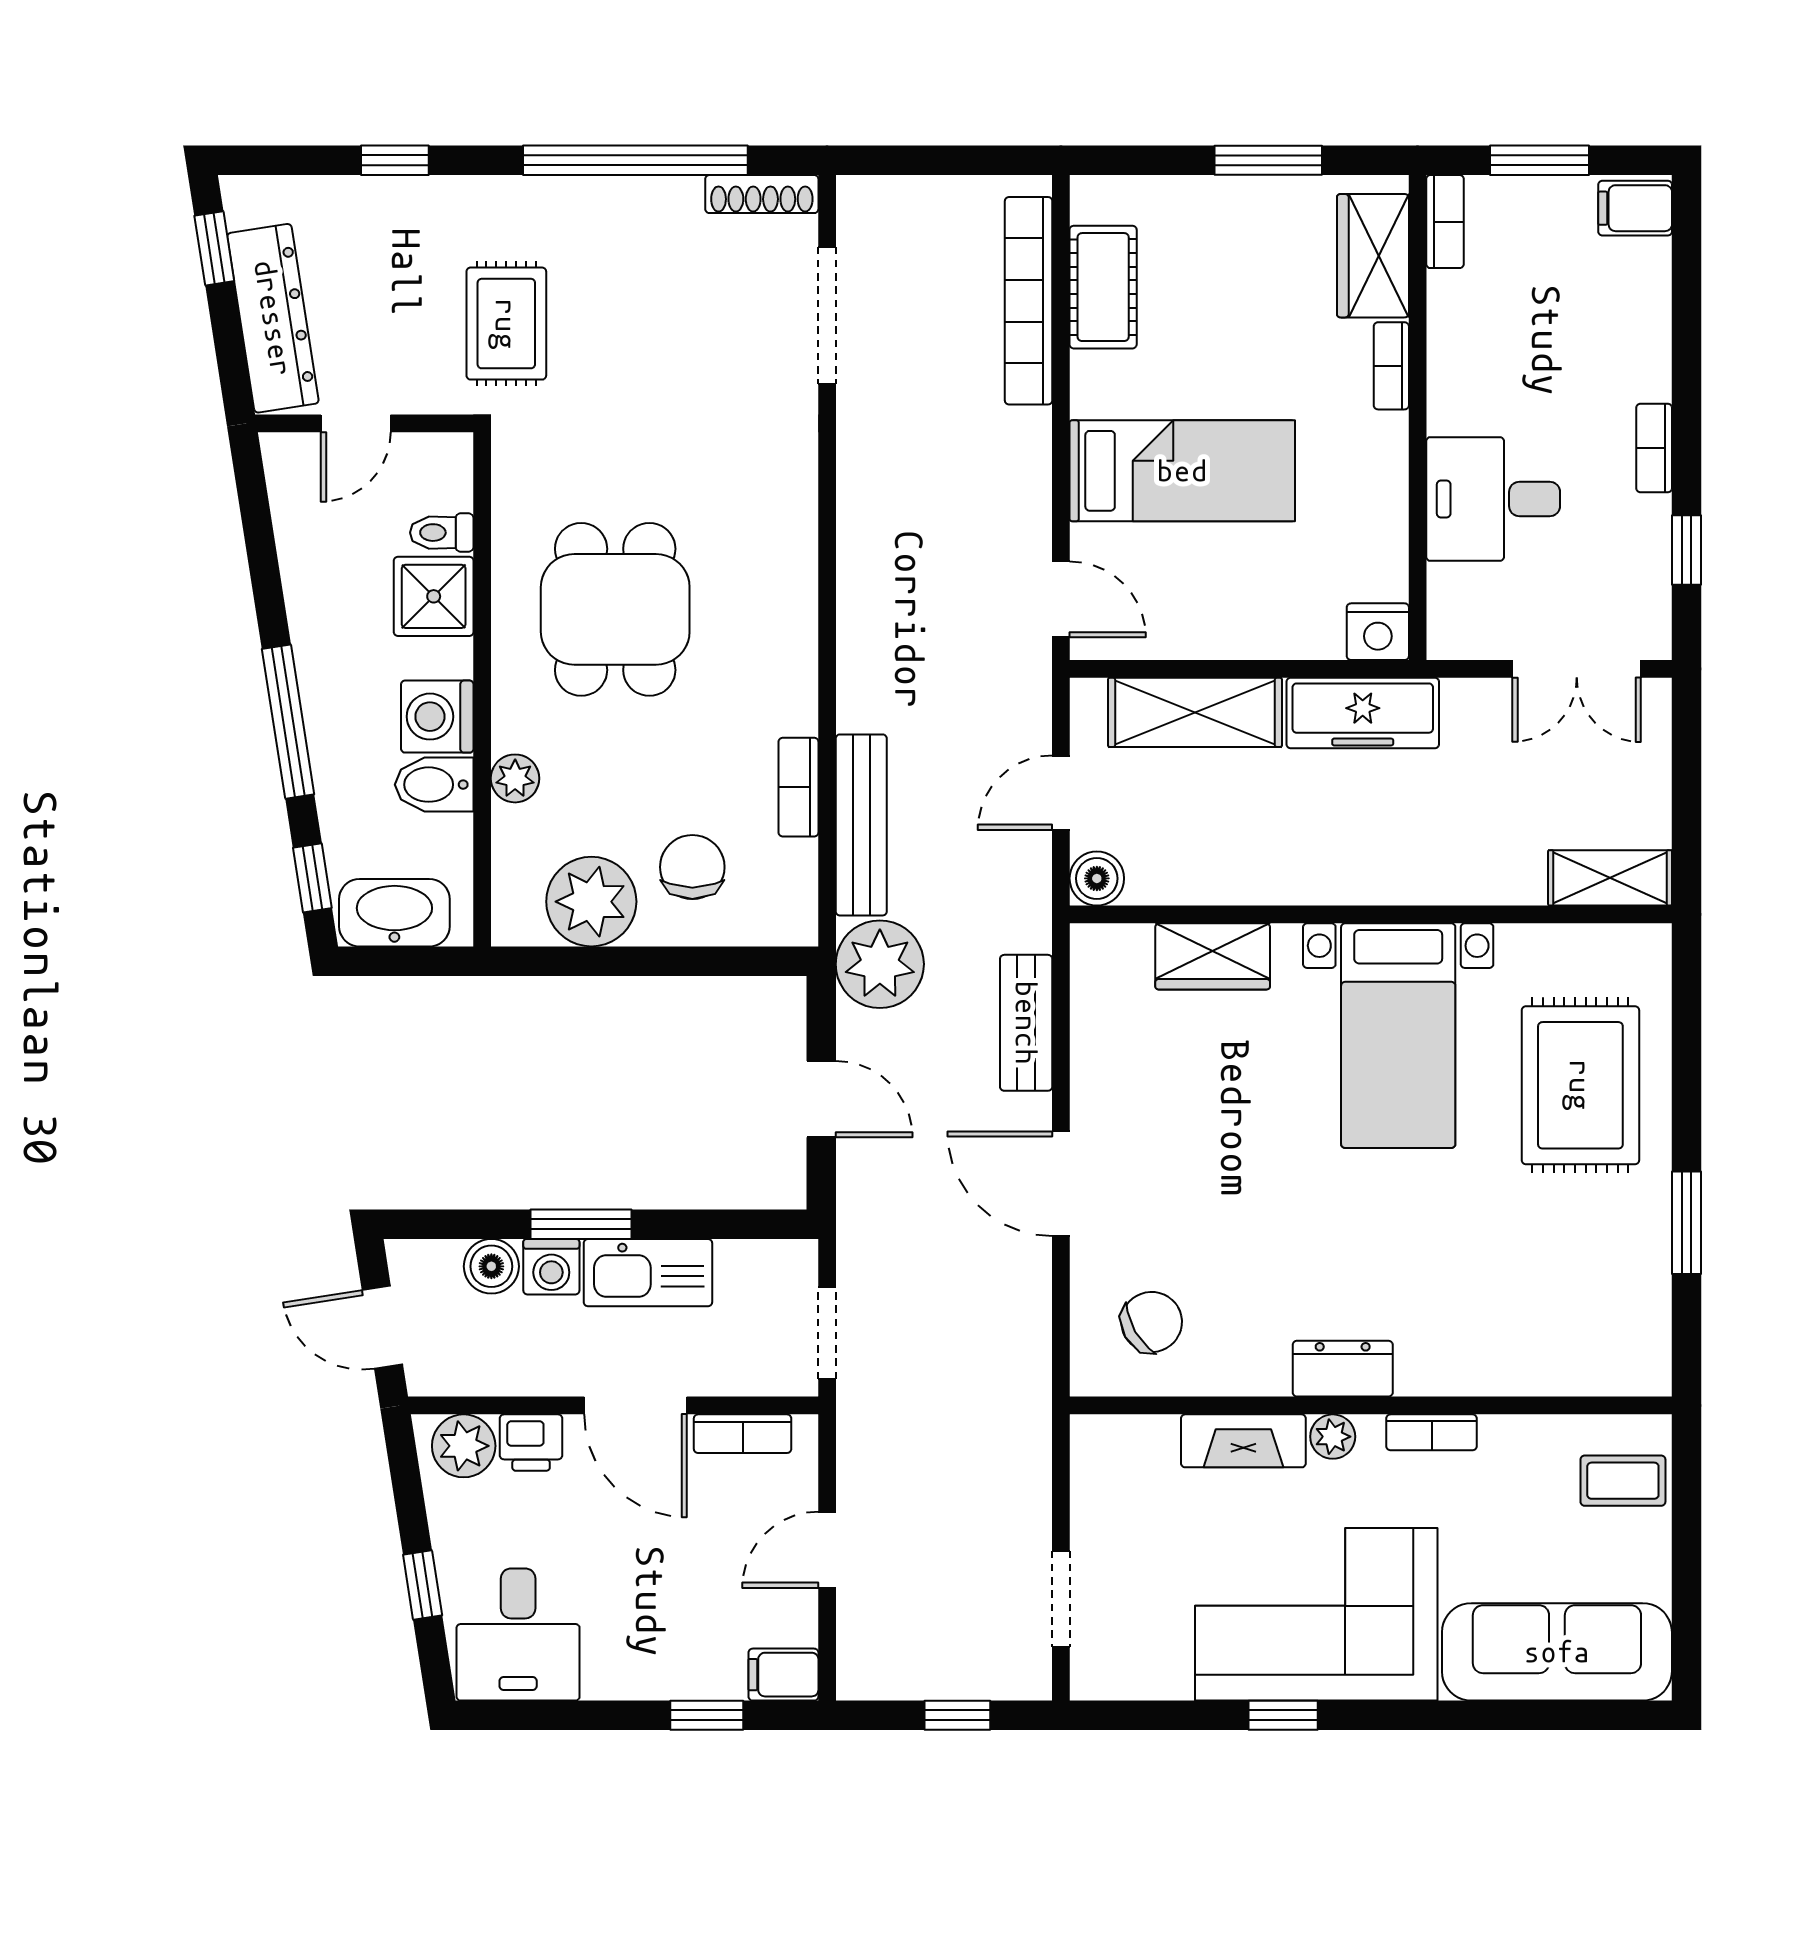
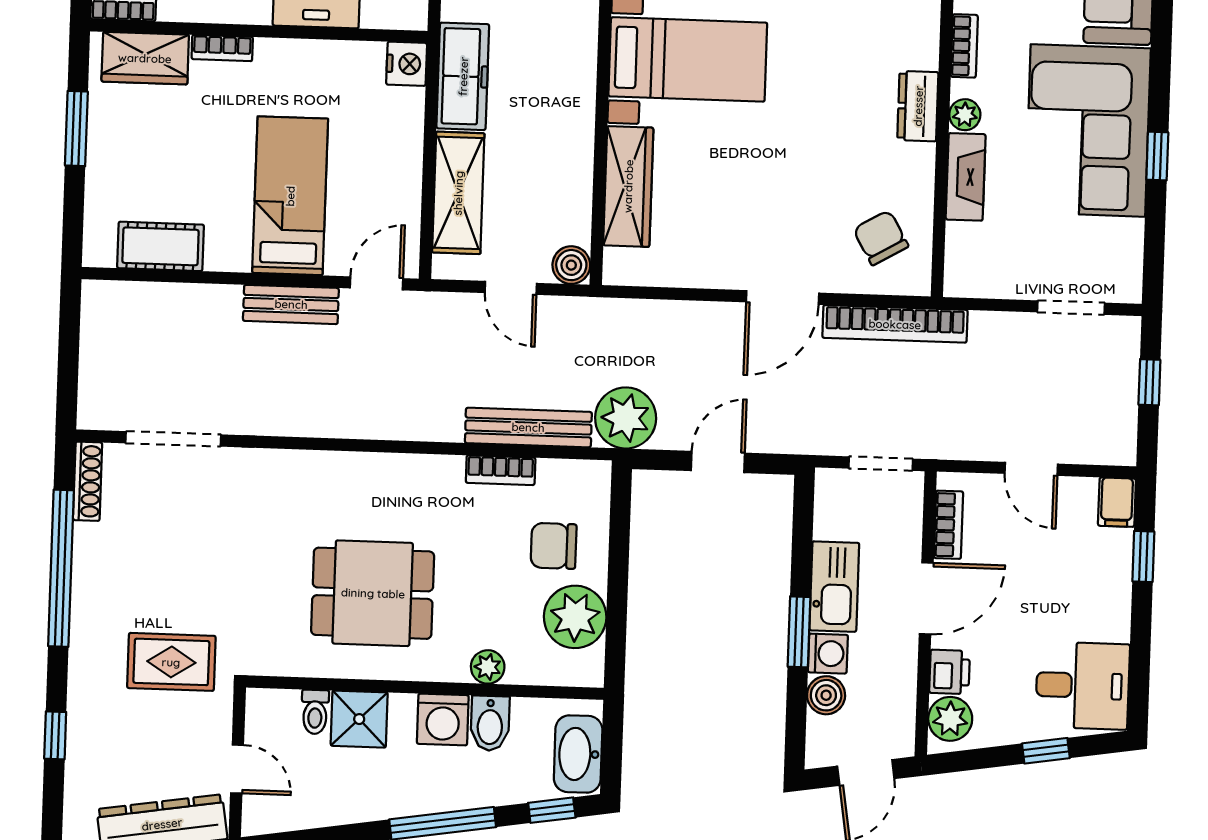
bookcase: (1029, 301) -> (895, 324), moved
wardrobe: (1213, 956) -> (628, 186), width x1.50
bench: (1026, 1023) -> (291, 304), moved

